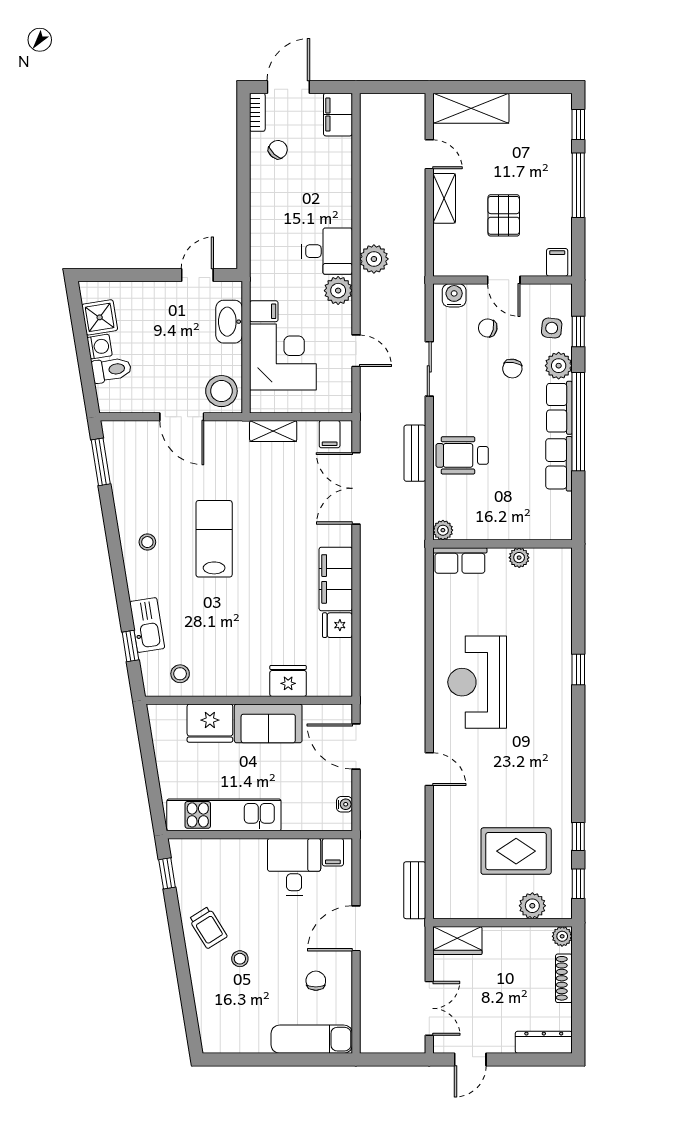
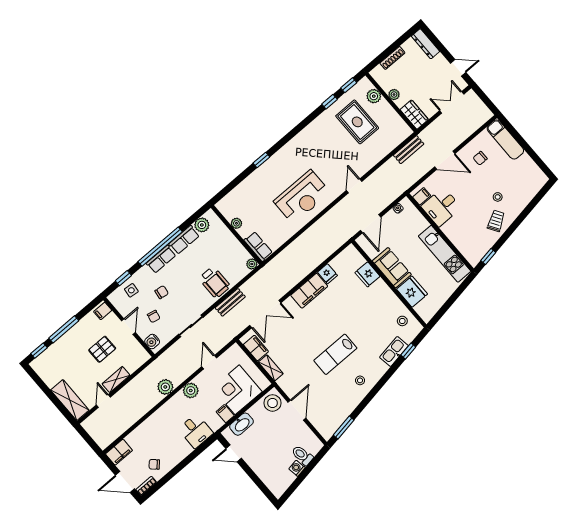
desk: (327, 251) -> (196, 431), moved, turned 180
shower: (100, 317) -> (285, 478), removed
plant: (559, 366) -> (202, 225), moved
filing cabinet: (330, 434) -> (256, 348), width x2.00
plant: (562, 936) -> (394, 95), moved

